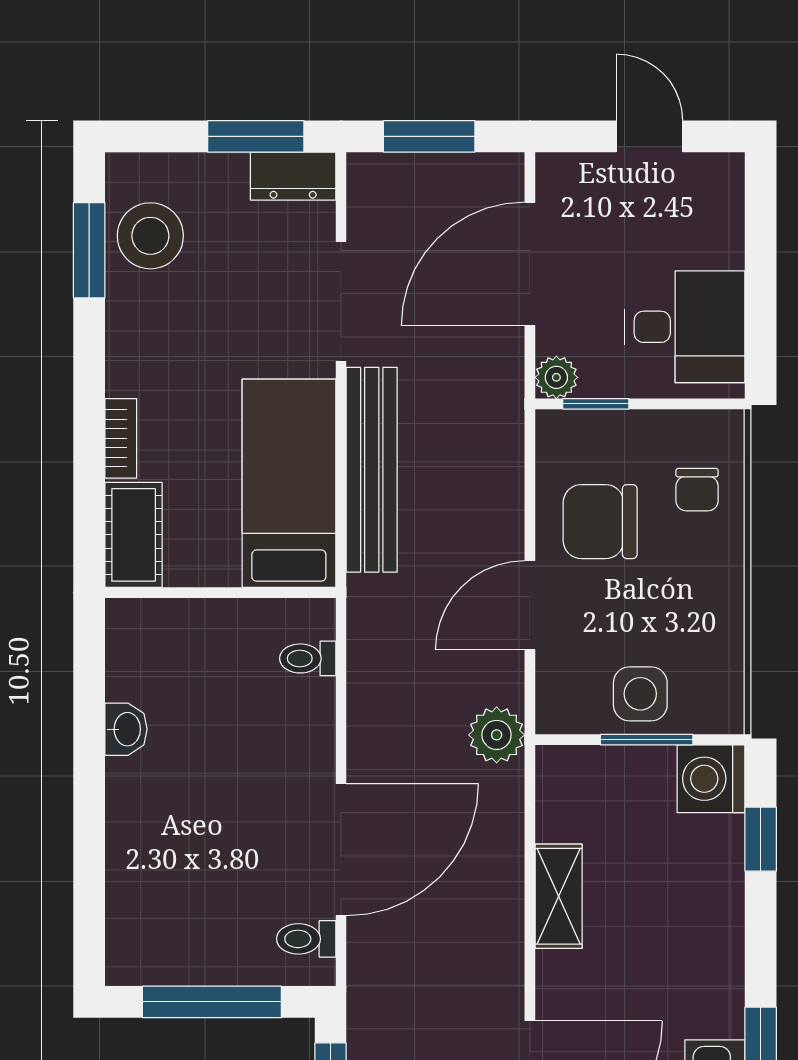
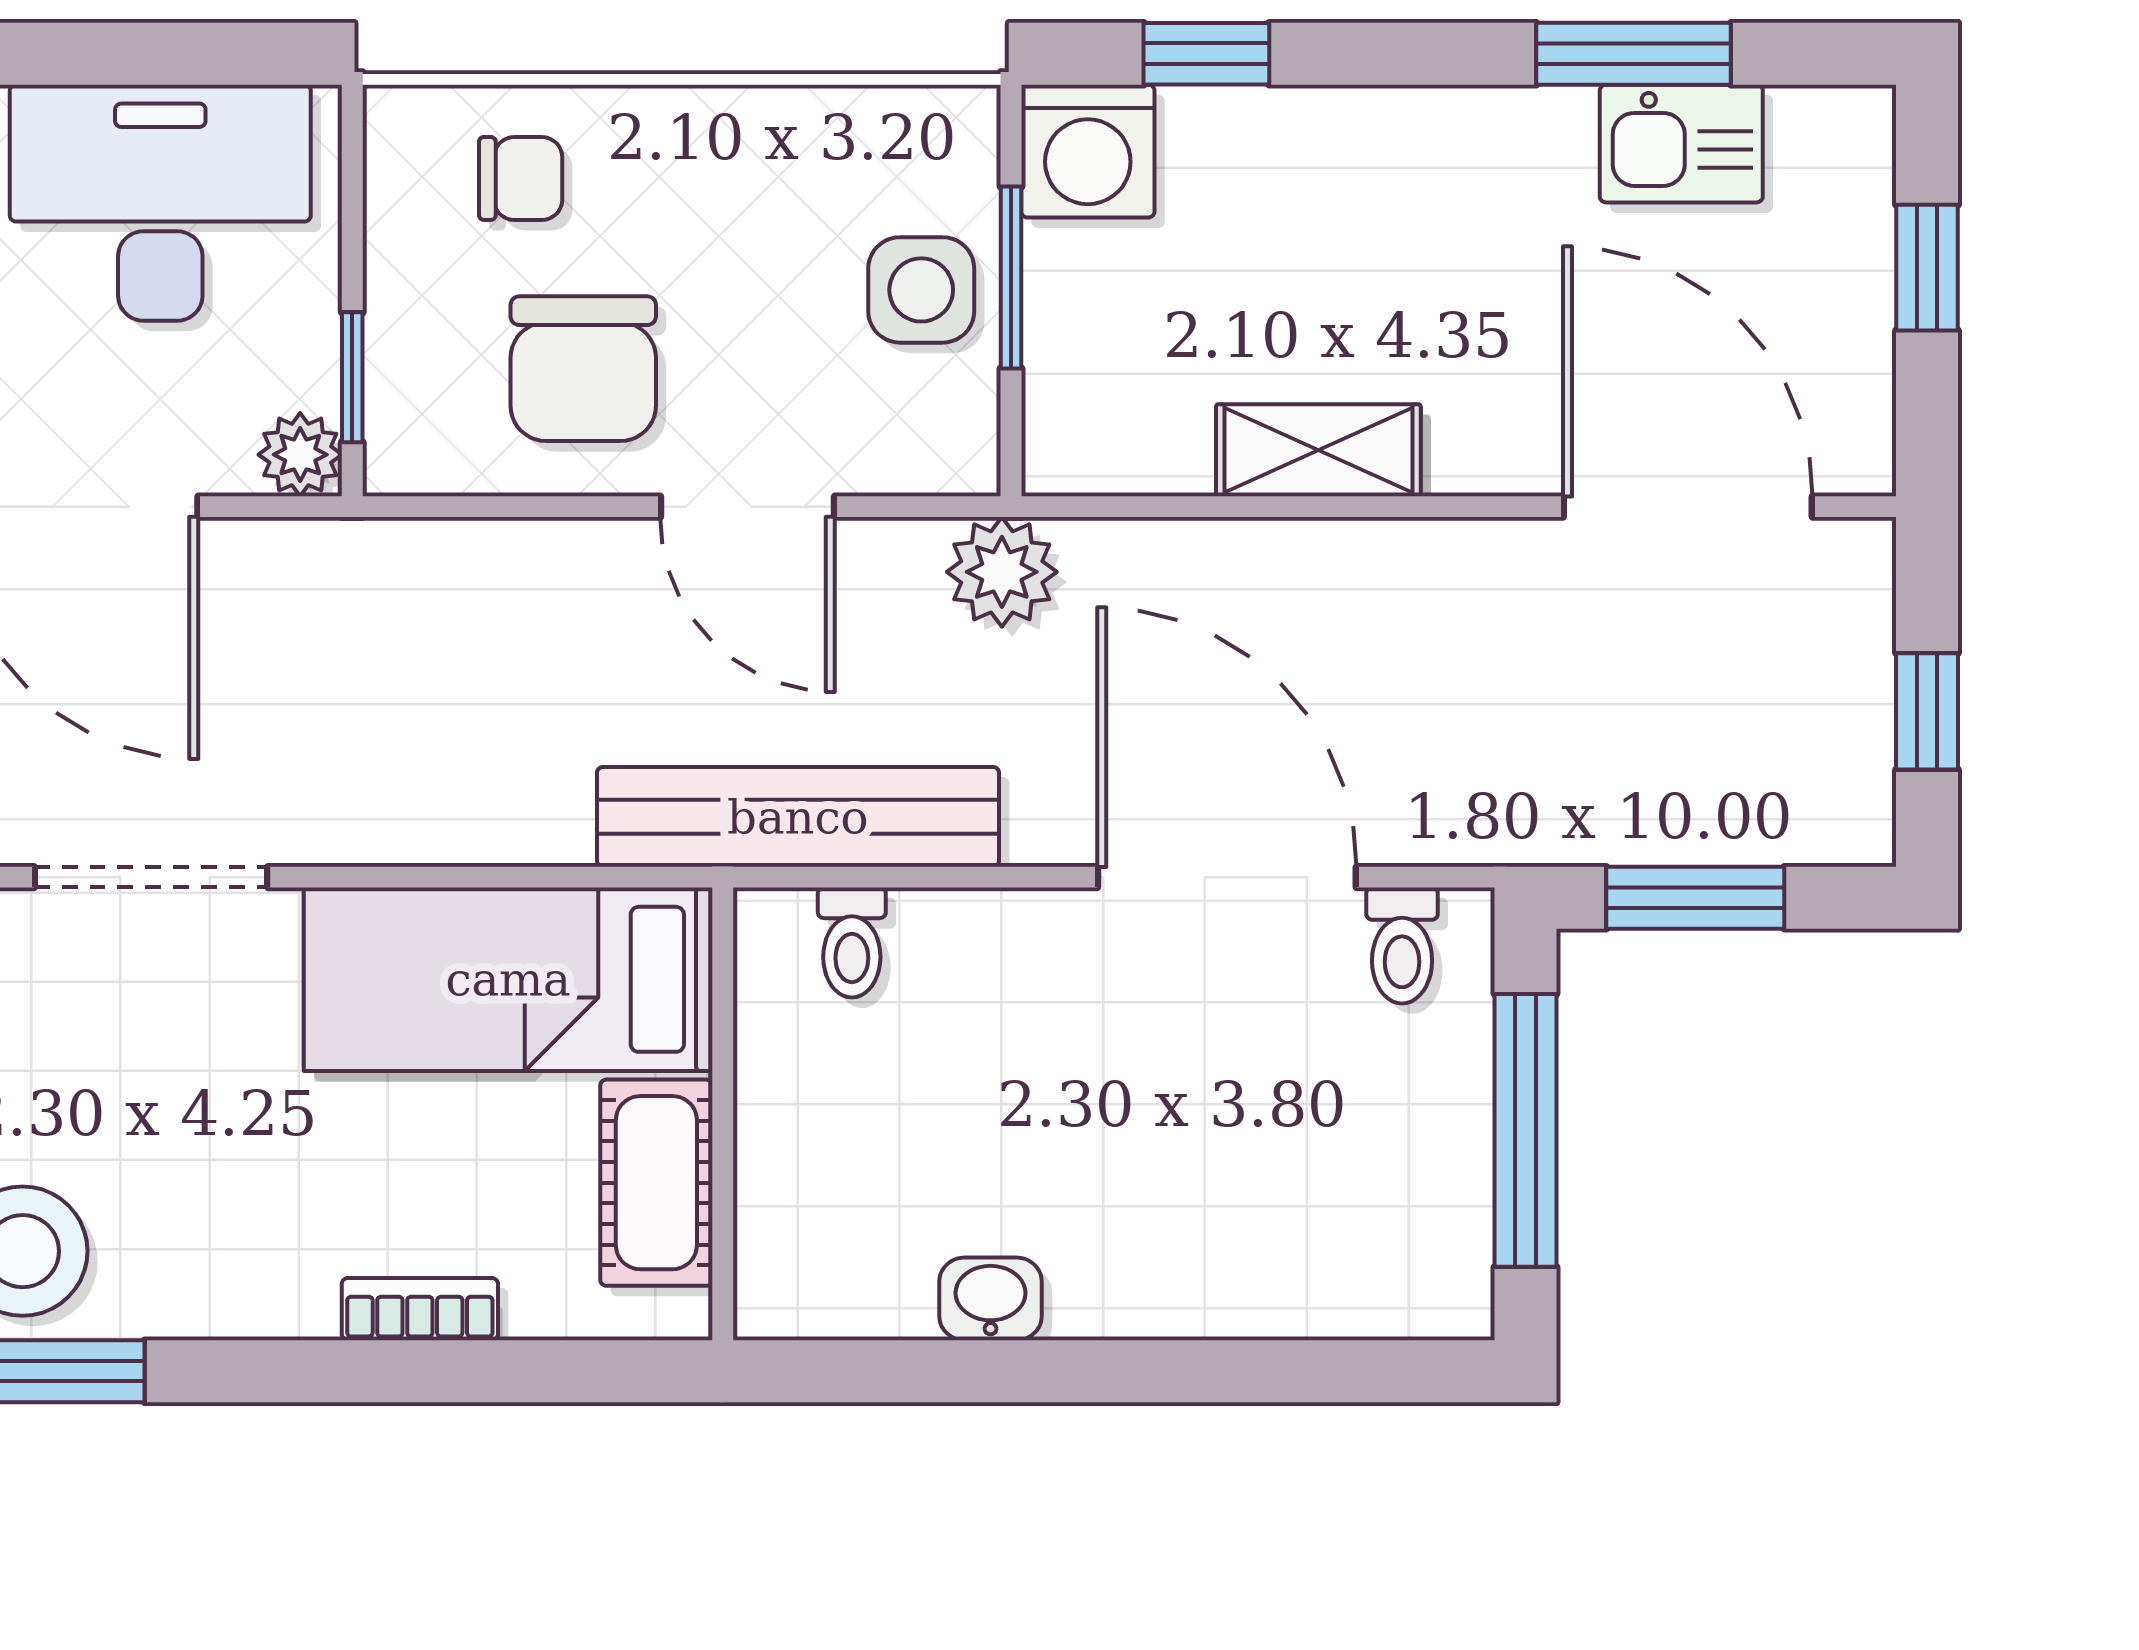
desk: (685, 327) -> (160, 203), width x1.37
bench: (372, 470) -> (798, 817), moved
cot: (134, 535) -> (656, 1183), moved, turned 90

